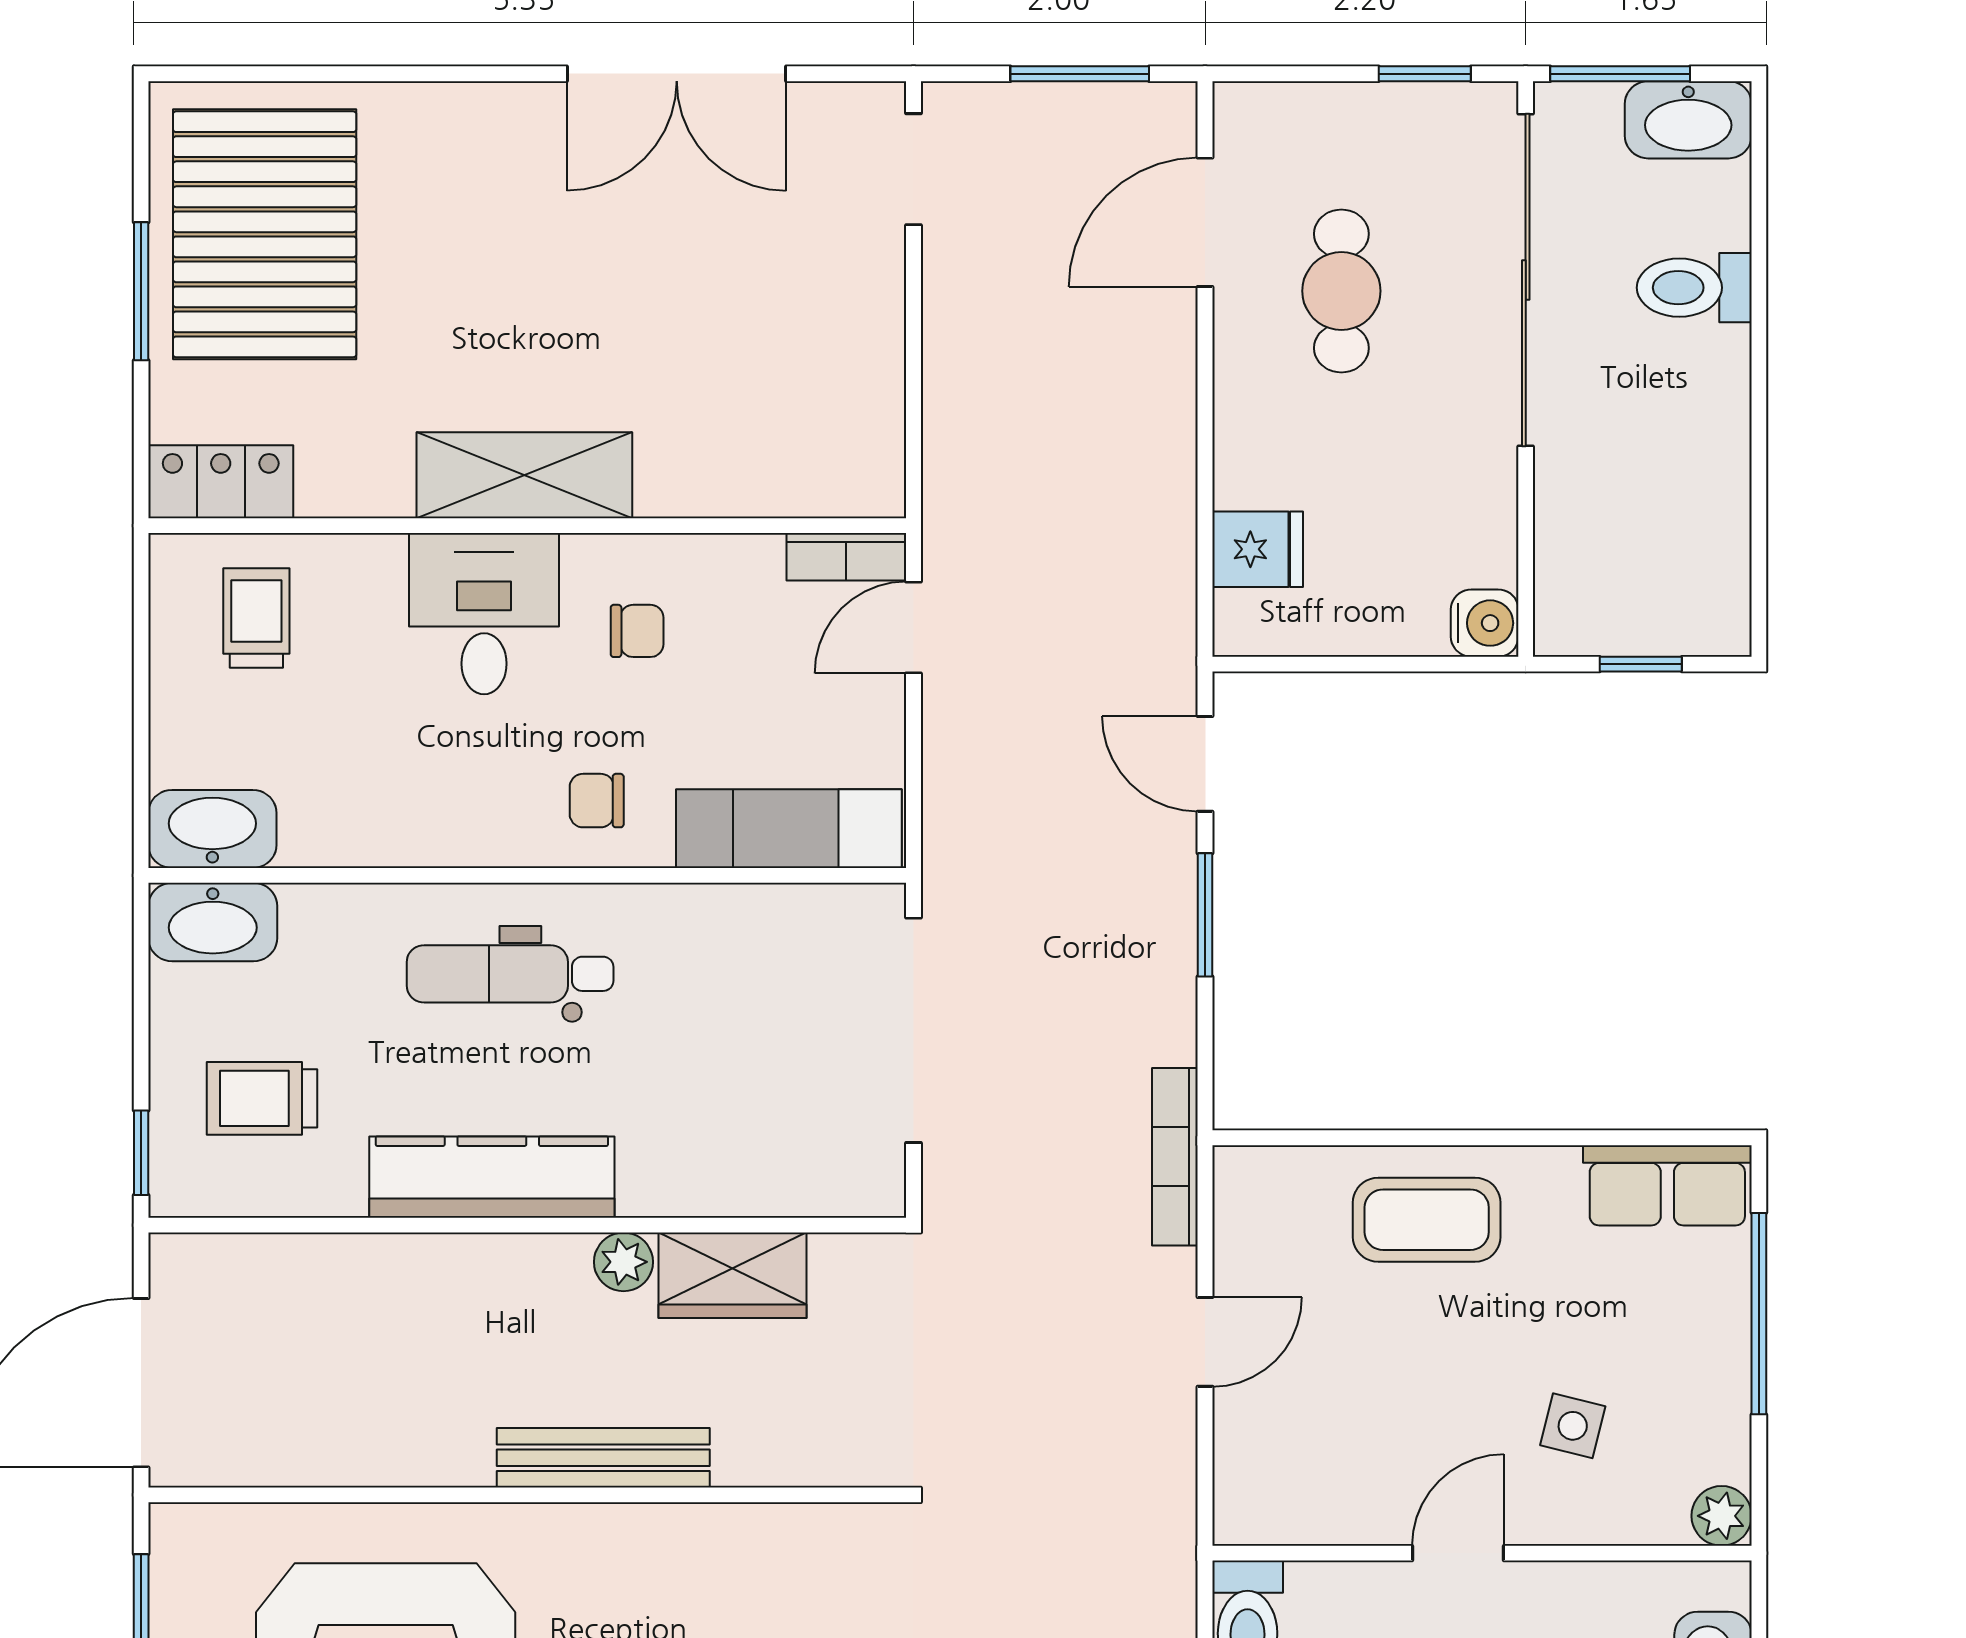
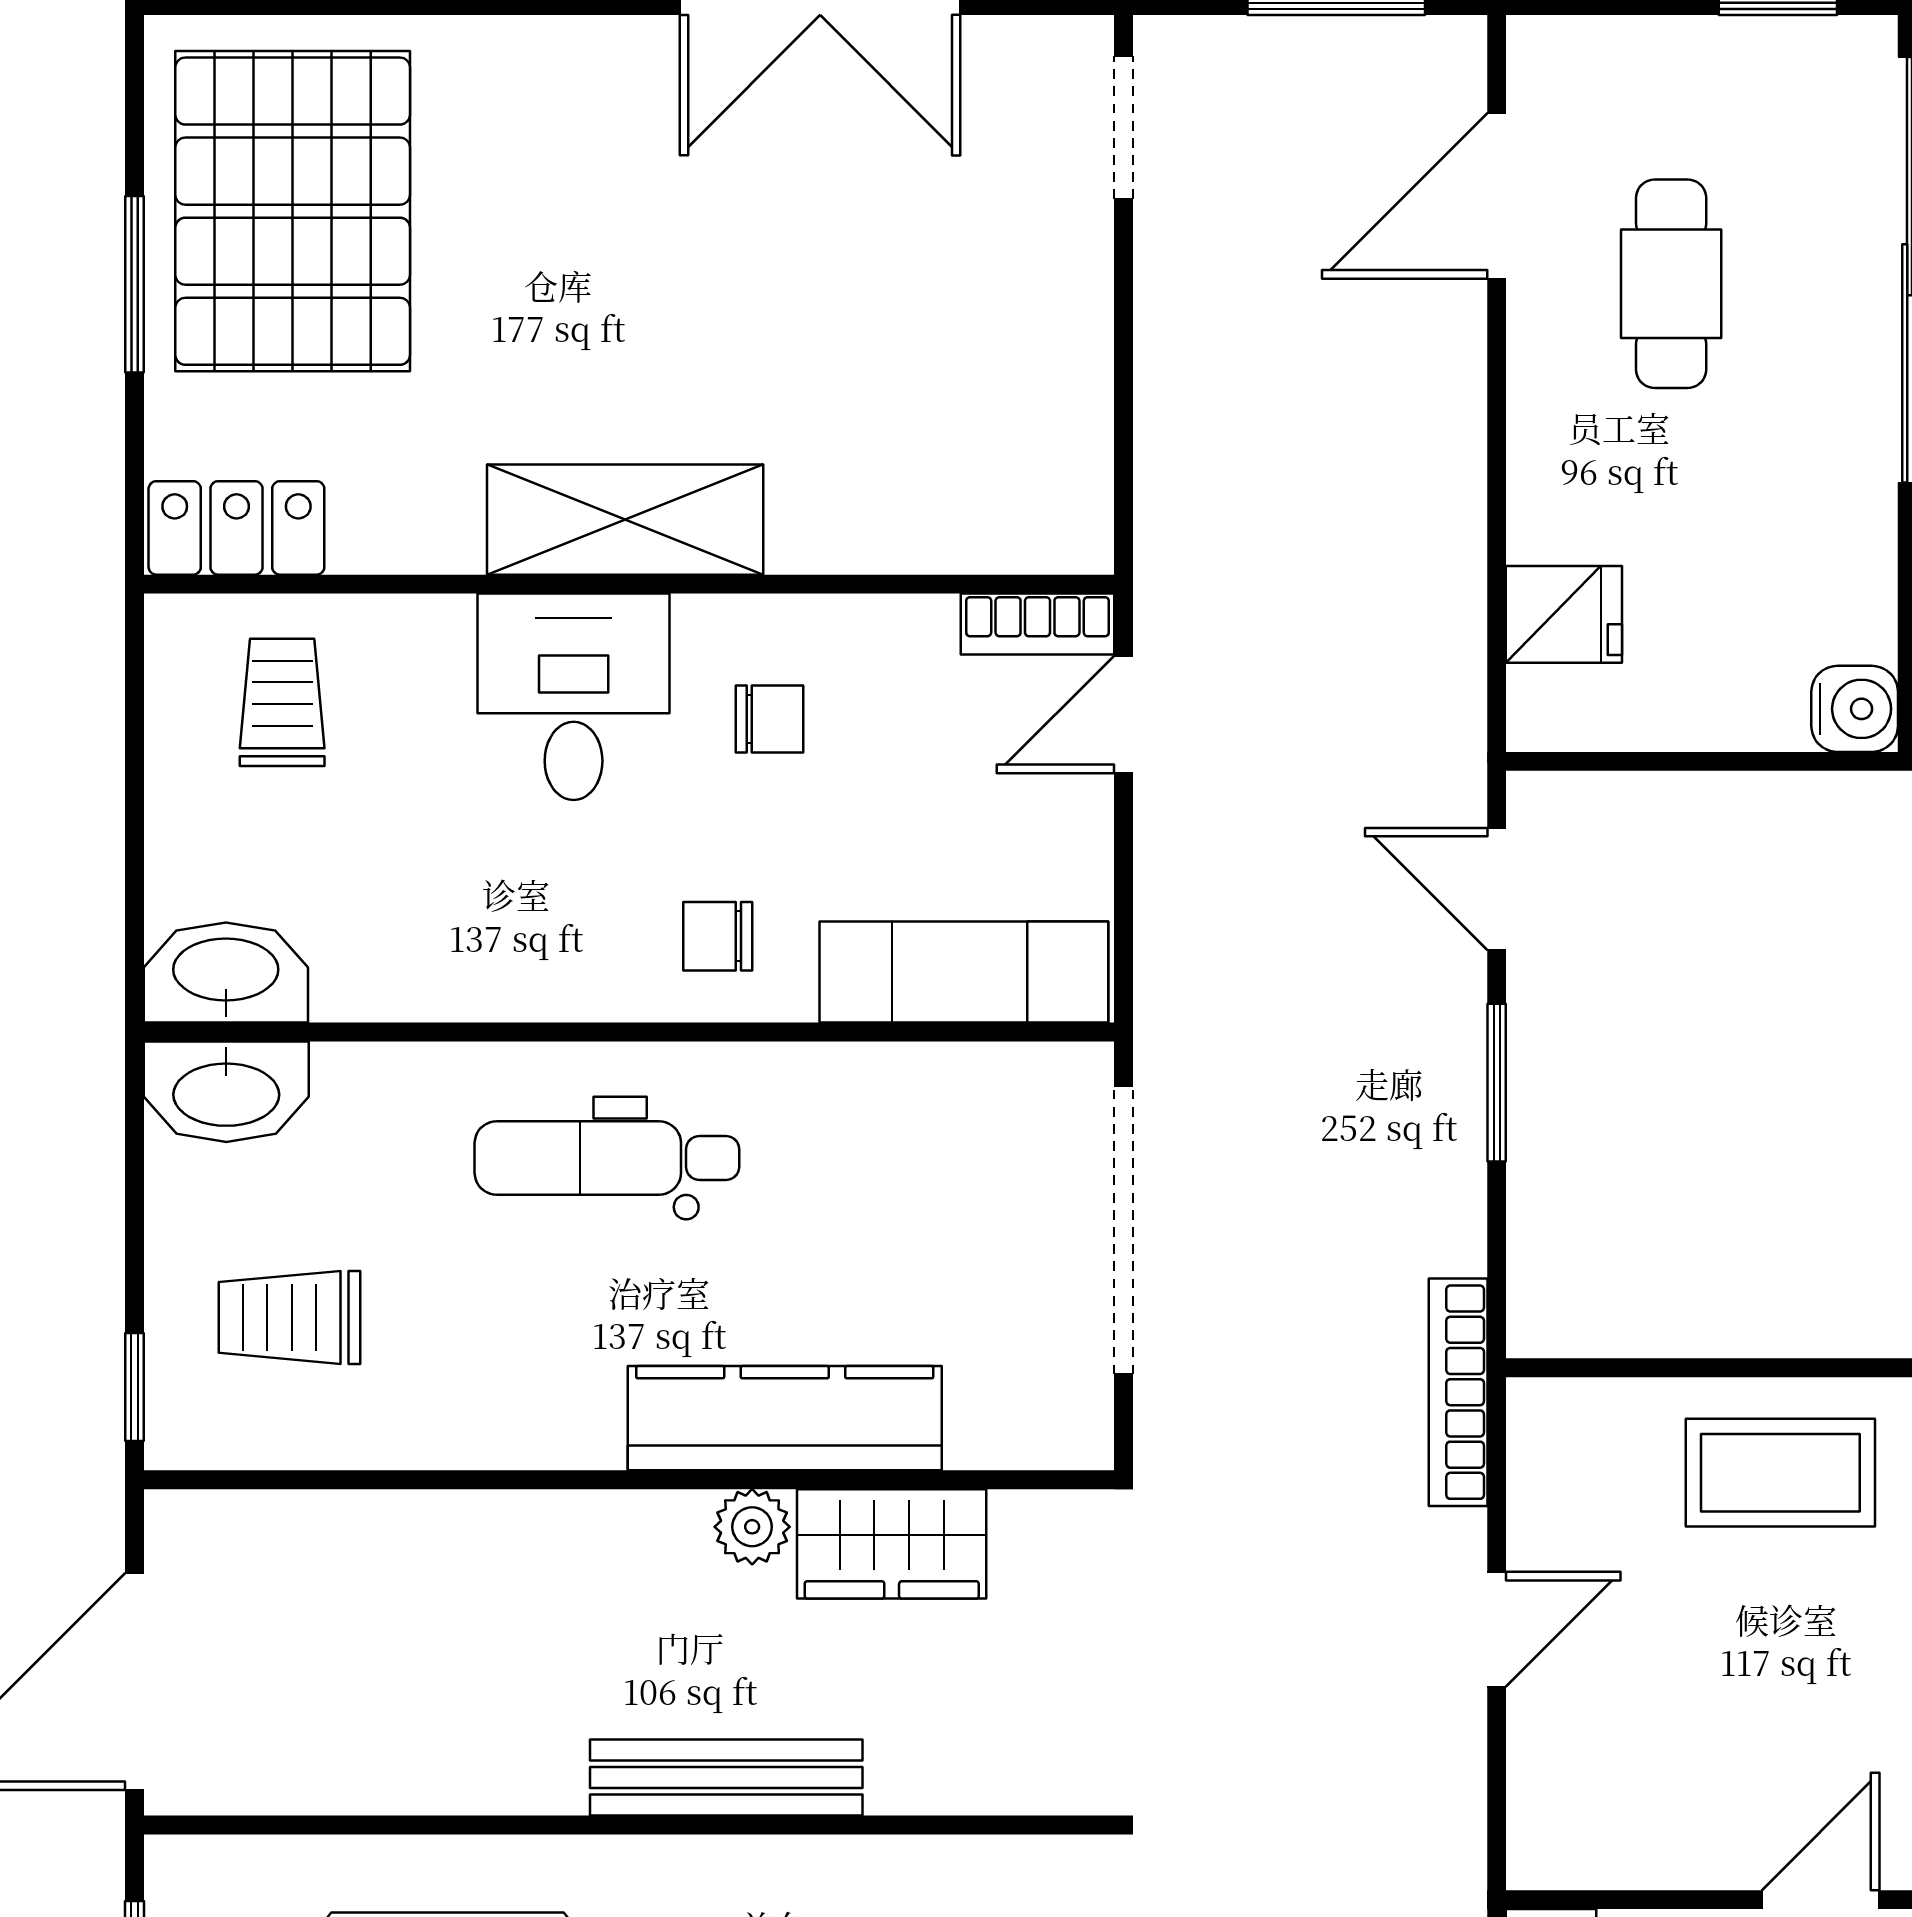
kitchen counter: (492, 1177) -> (785, 1418), moved

